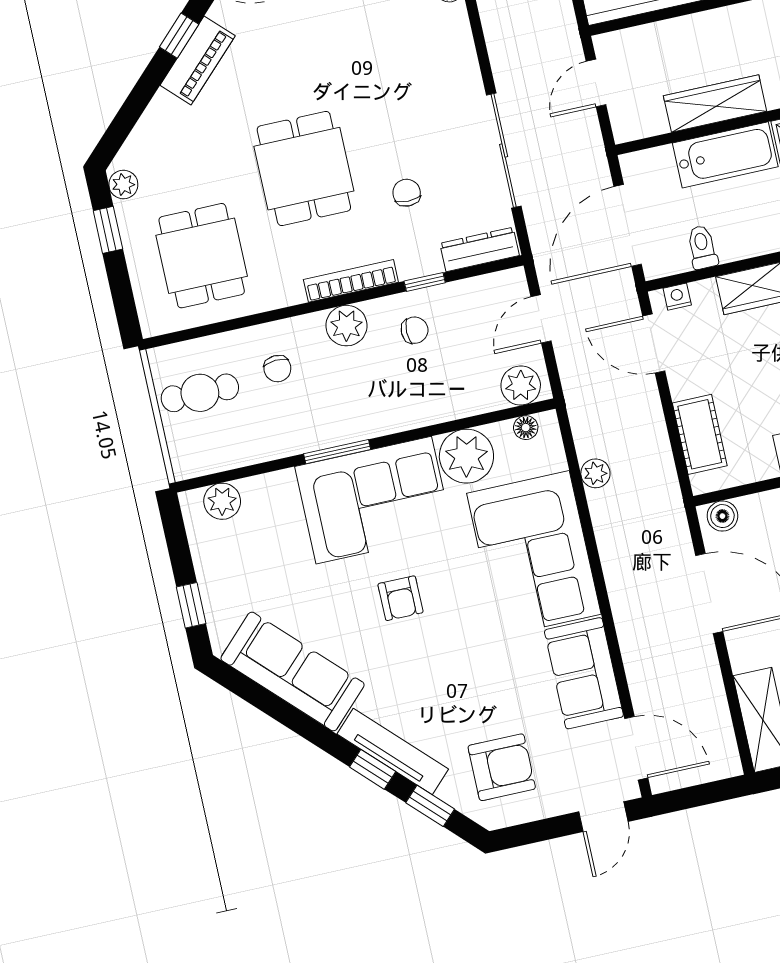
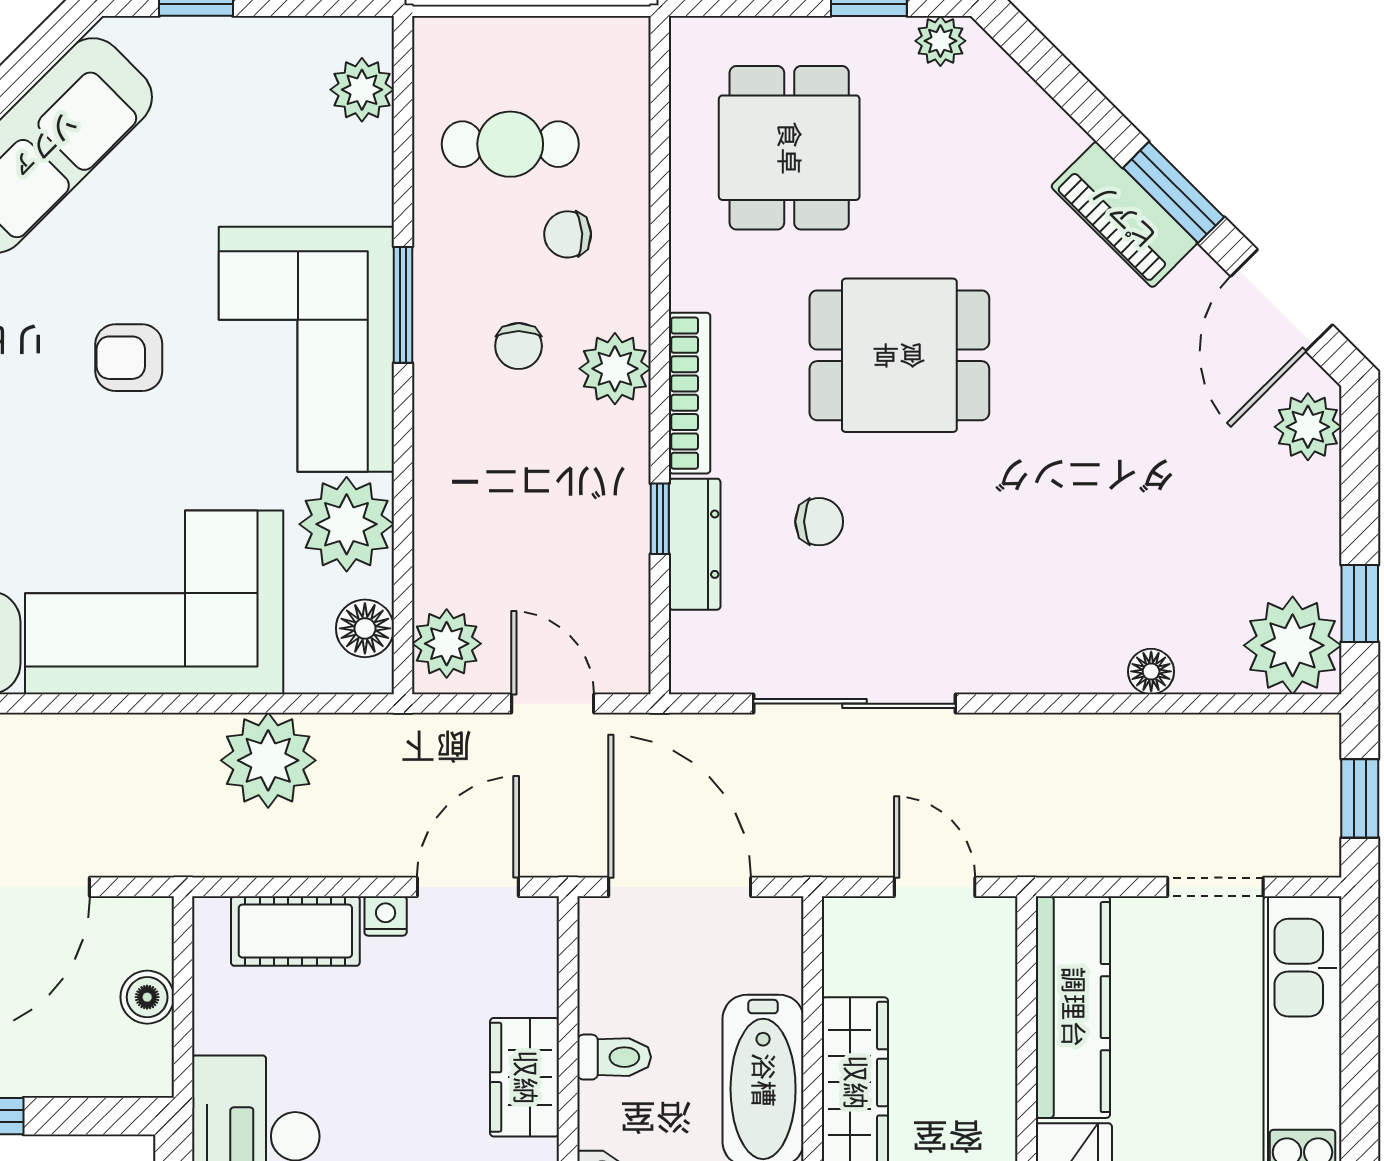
window: (179, 36) -> (1174, 192), width x1.50
toilet: (702, 247) -> (614, 1057), moved
dresser: (480, 249) -> (695, 544), moved
dining table: (202, 256) -> (789, 148), turned 90
nightstand: (677, 297) -> (386, 916), moved, turned -90
chair: (415, 330) -> (519, 346), moved
cafe table: (200, 393) -> (510, 144), moved, turned 90
floor lamp: (526, 428) -> (365, 628), width x1.37, depth x1.37
plant: (595, 473) -> (268, 760), width x1.88, depth x1.88
boiler: (722, 516) -> (147, 997), moved

